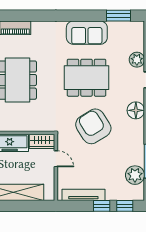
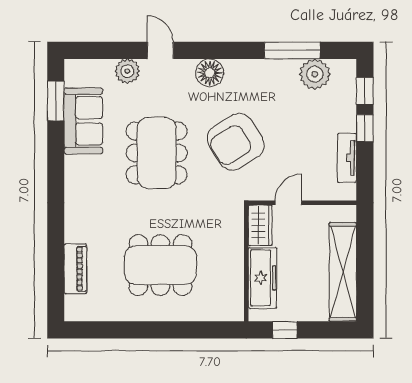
sofa: (87, 33) -> (83, 121), moved
tv unit: (83, 195) -> (347, 158), width x0.71

